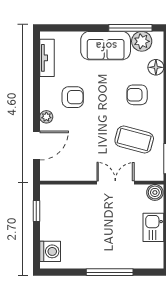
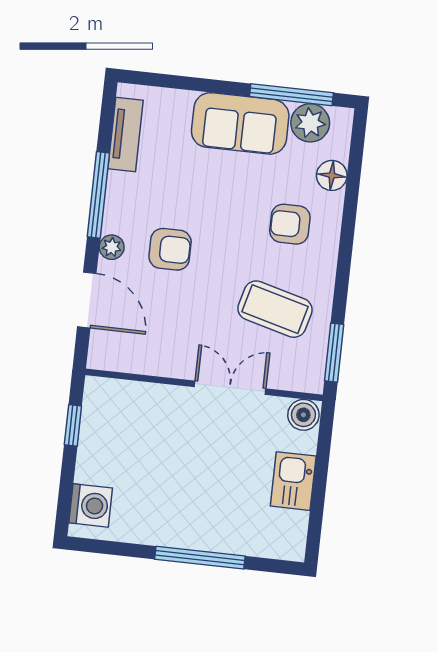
window: (36, 91) -> (98, 195), added
armchair: (73, 97) -> (170, 249), moved
door: (36, 146) -> (87, 300), hinge flipped

